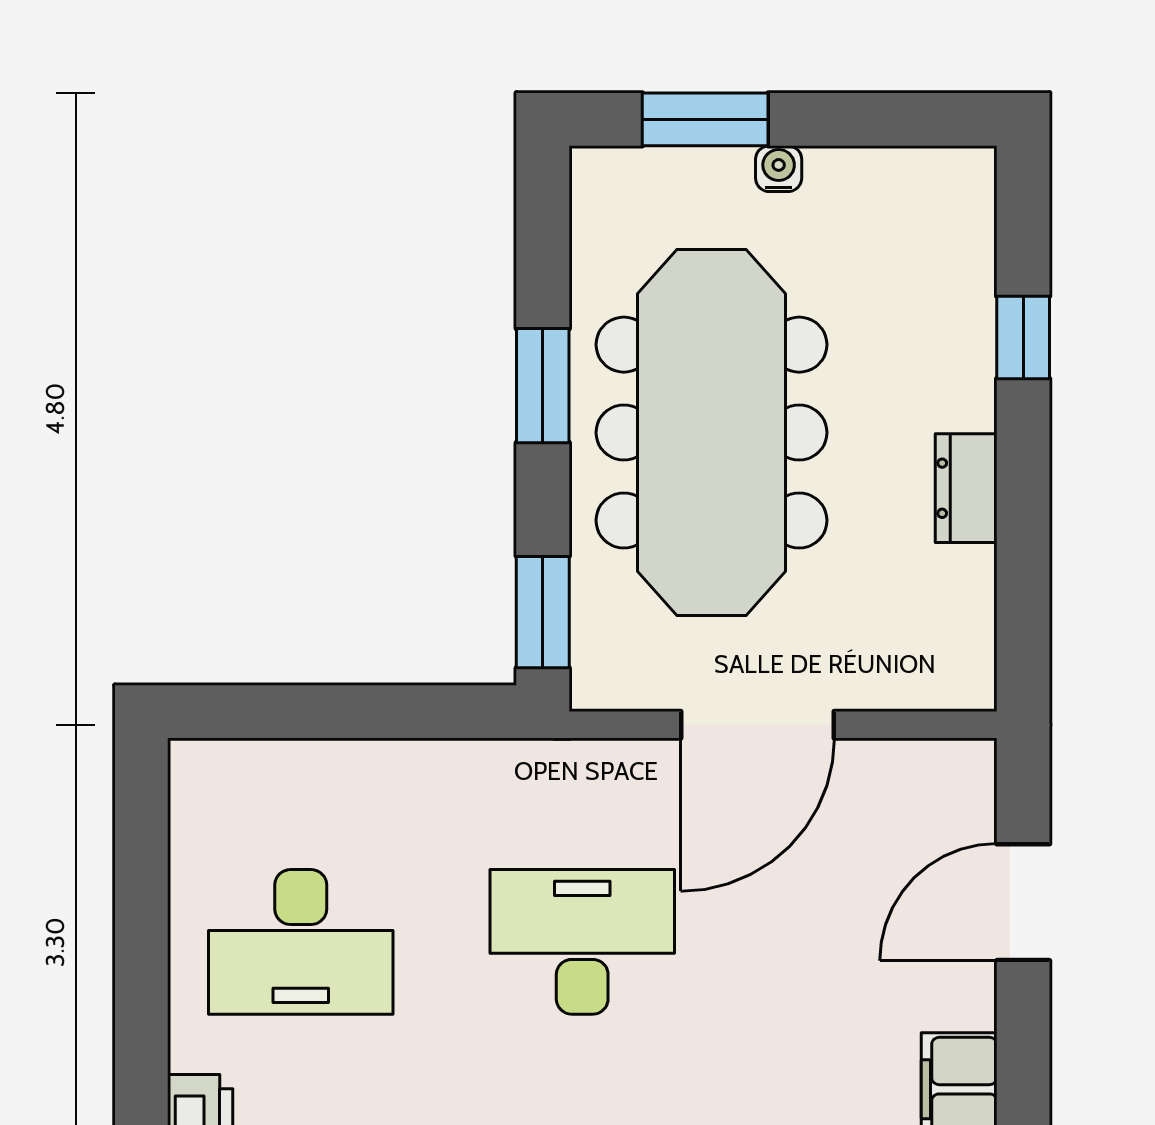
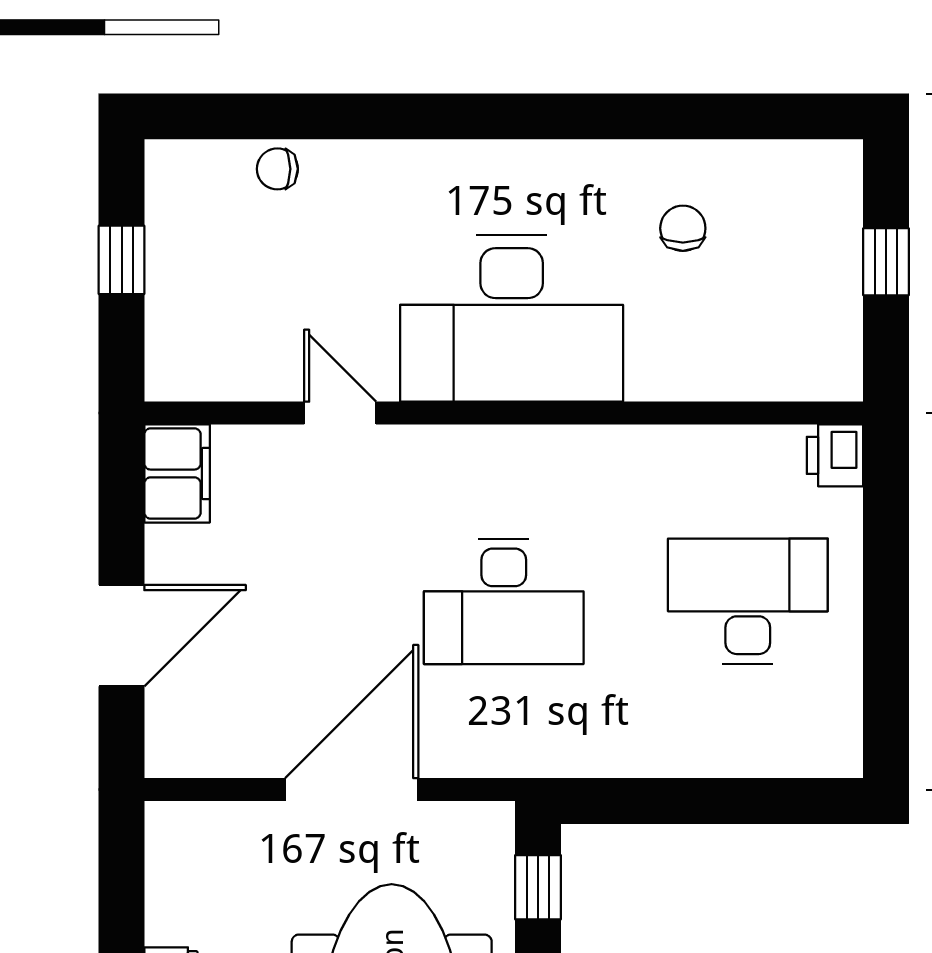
window: (543, 612) -> (538, 887), width x0.67

